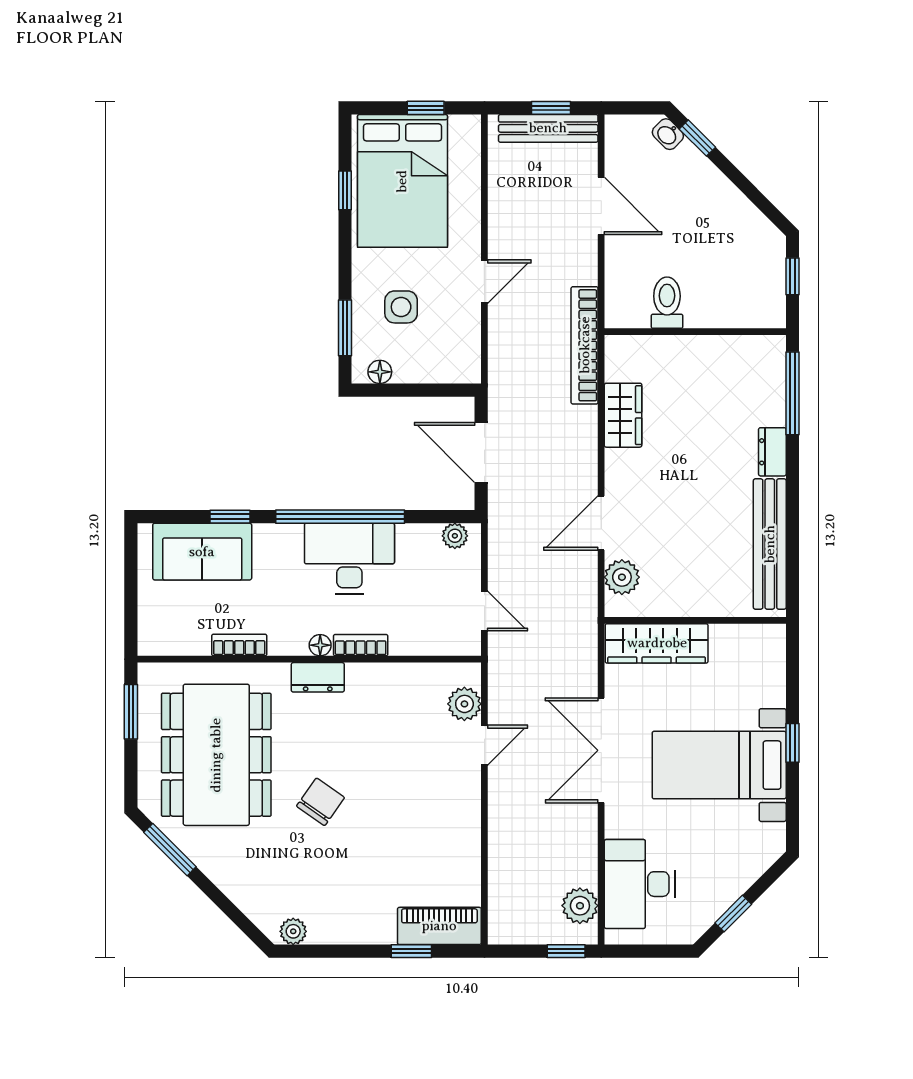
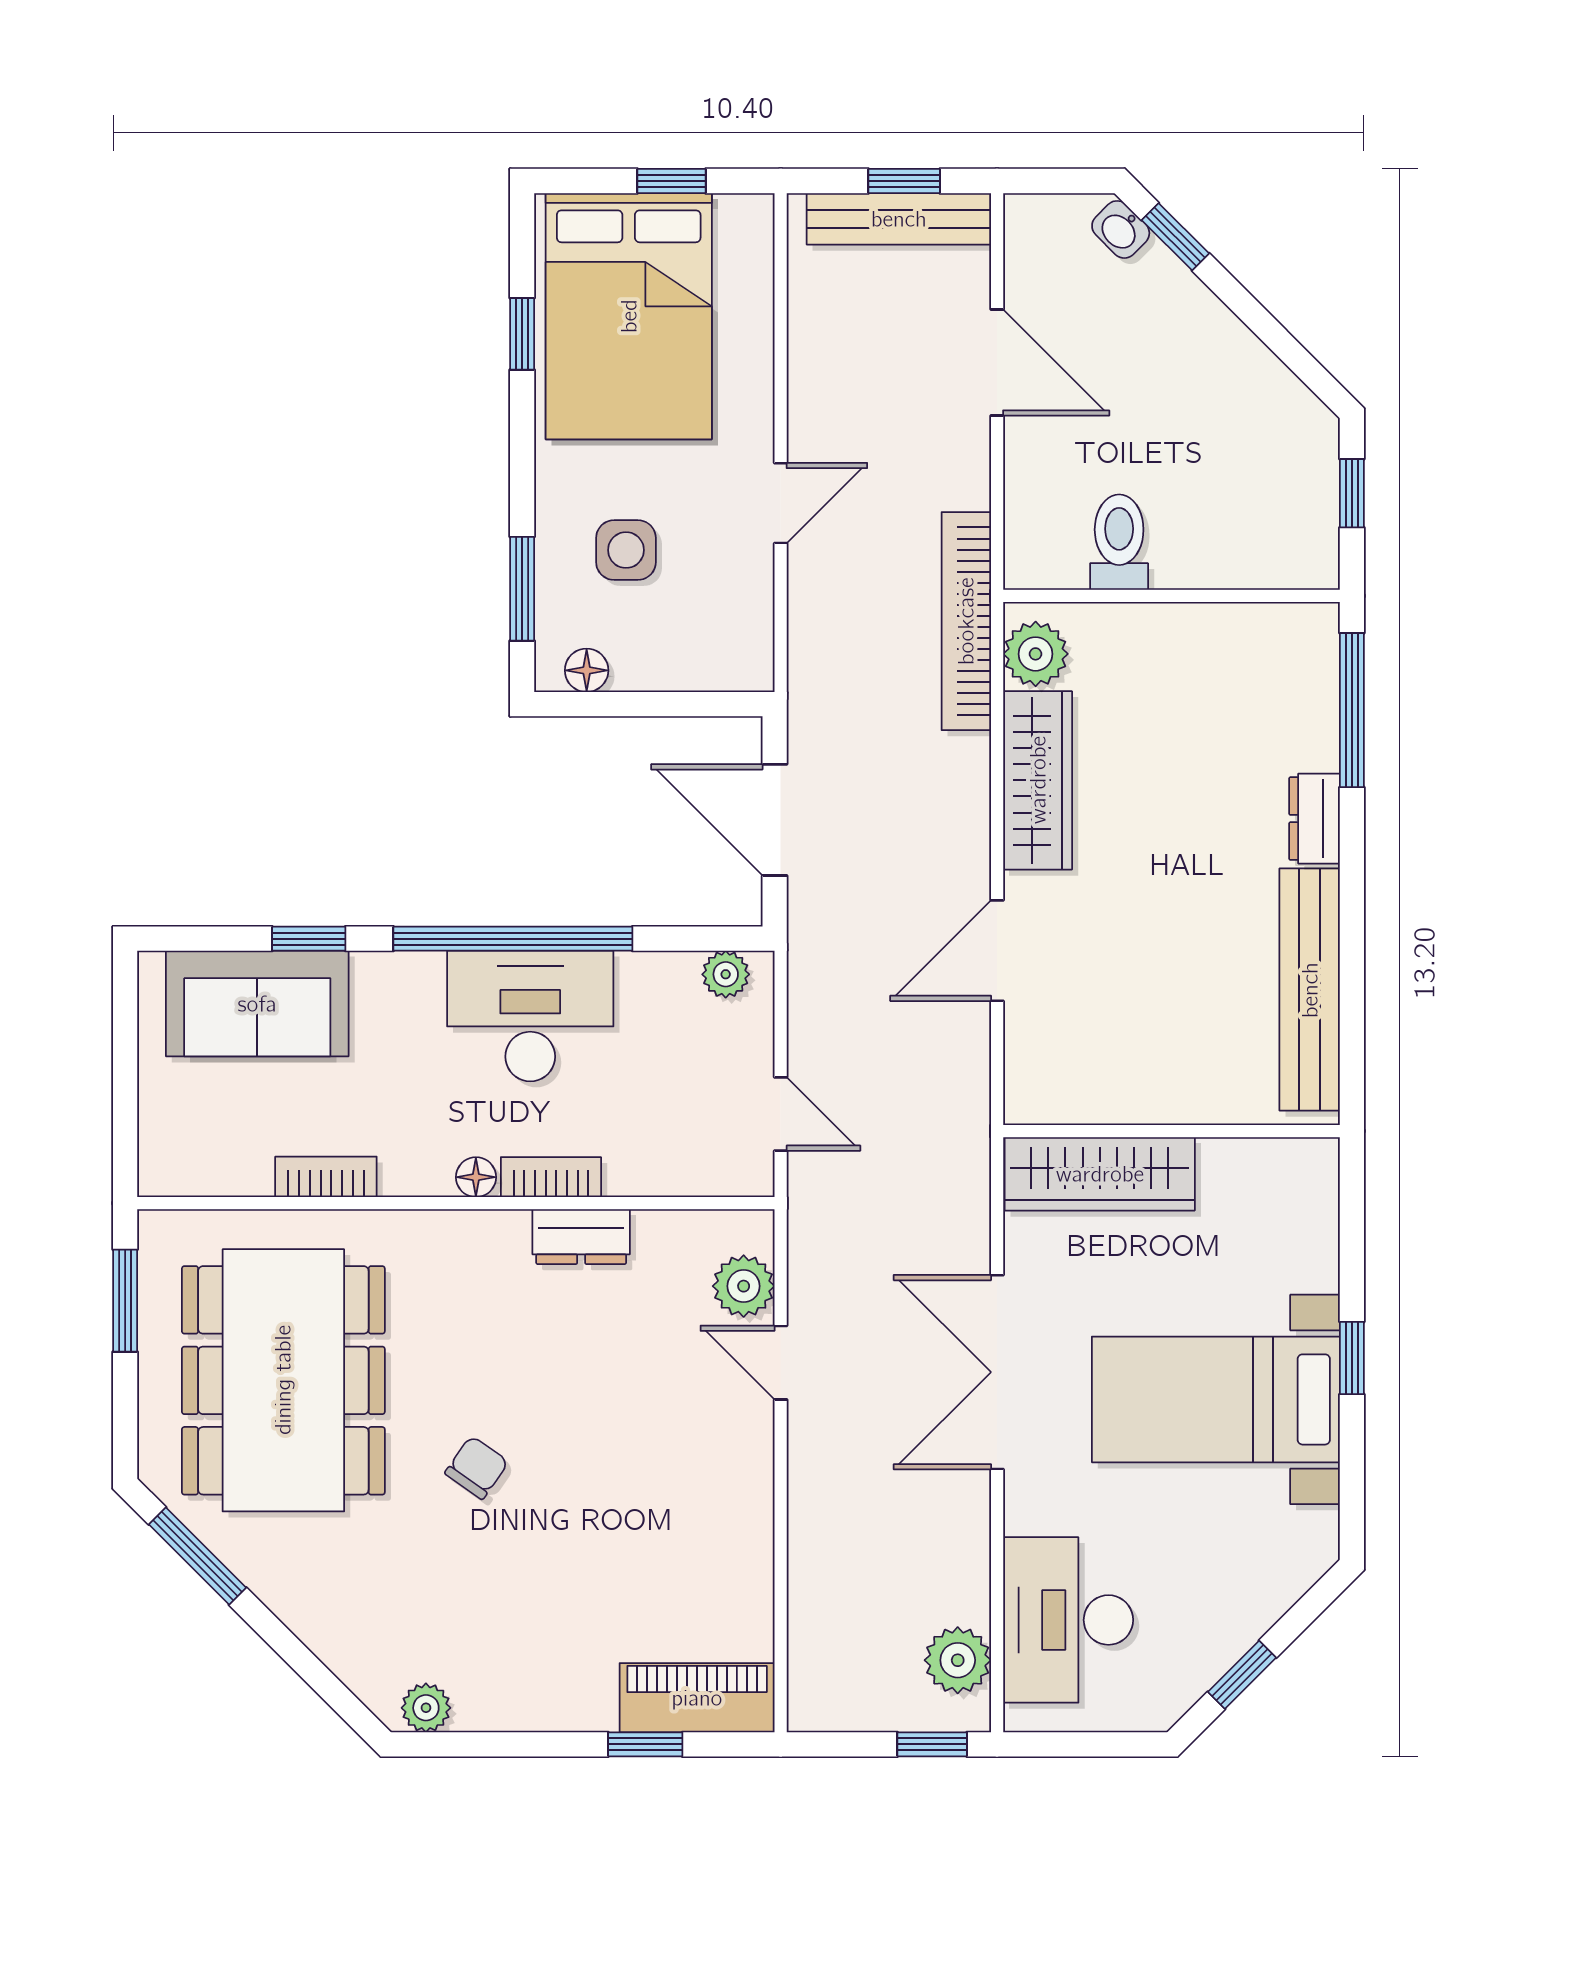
wardrobe: (623, 415) -> (1038, 780), width x1.50
plant: (622, 577) -> (1036, 654), moved
dresser: (318, 677) -> (581, 1237), moved
door: (484, 745) -> (781, 1363), swing flipped
chair: (321, 802) -> (477, 1468), width x0.73, depth x0.73

